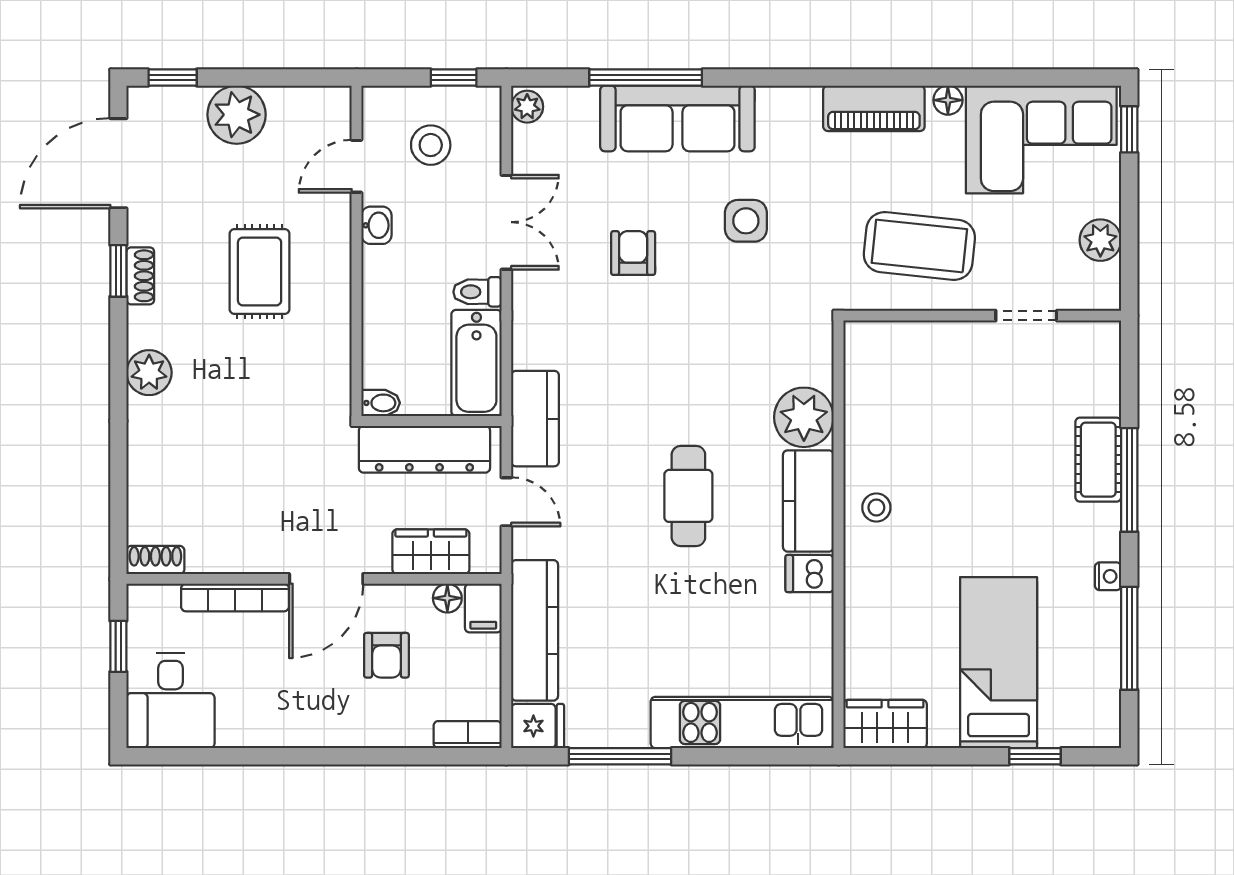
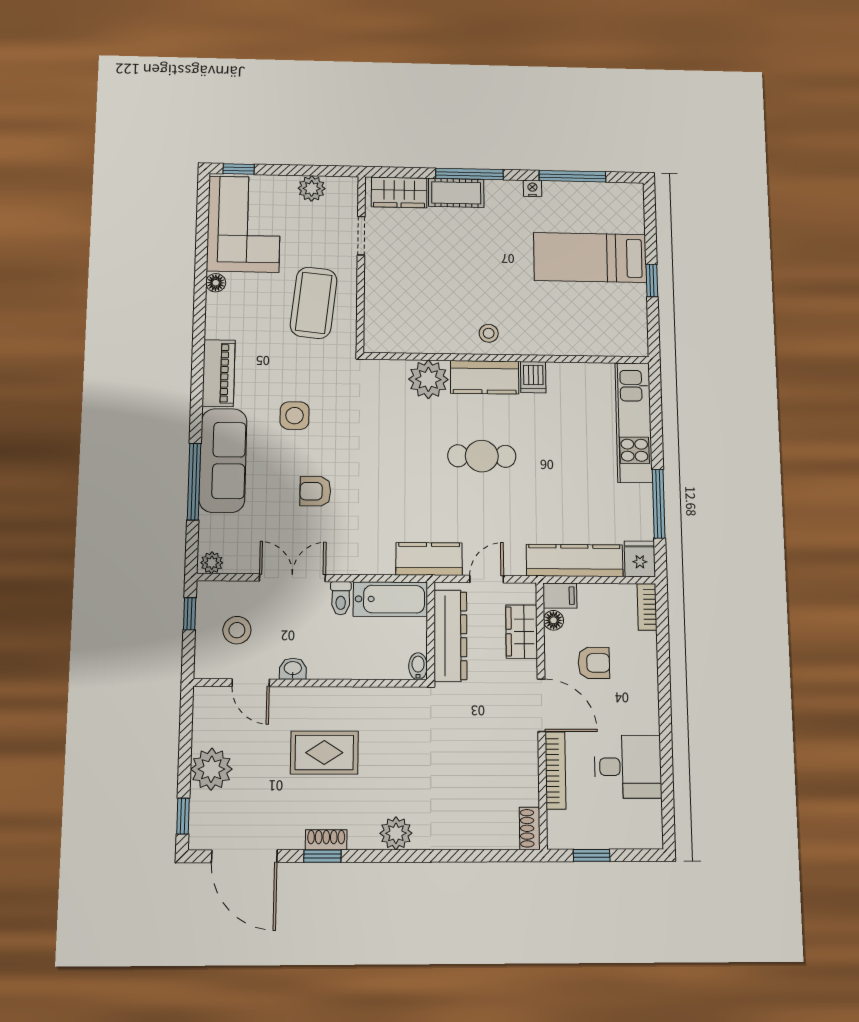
piano: (874, 108) -> (219, 373), moved
desk: (170, 701) -> (628, 767), moved
wardrobe: (885, 724) -> (399, 192), moved, turned -90
window: (1035, 756) -> (652, 280), moved

